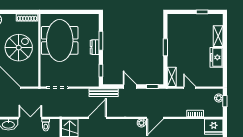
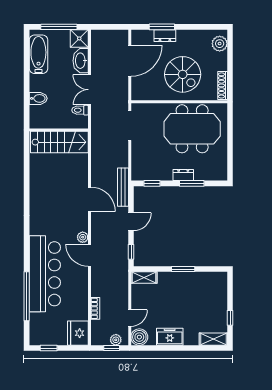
shelving: (218, 36) -> (213, 339), moved
boiler: (217, 80) -> (139, 337), added
door: (190, 88) -> (130, 318), moved
double door: (30, 118) -> (90, 90), swing flipped
door: (97, 118) -> (90, 199), moved

